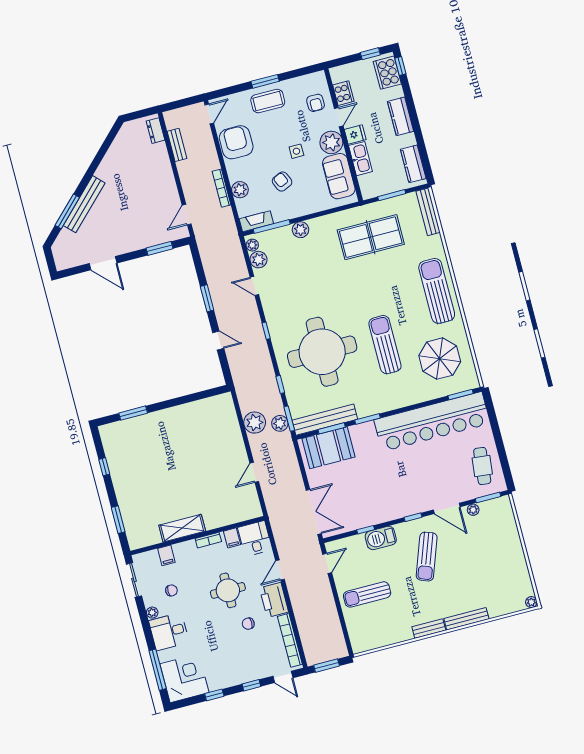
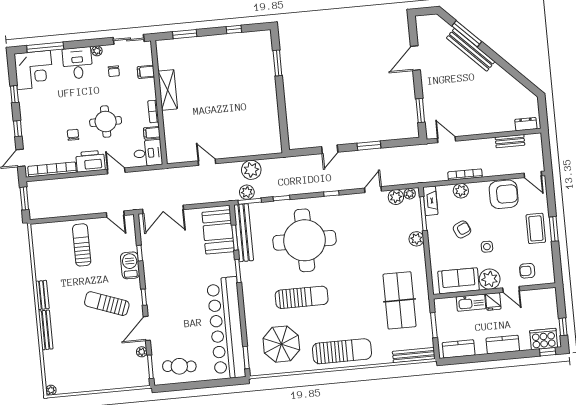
cooker: (343, 93) -> (532, 297), removed

